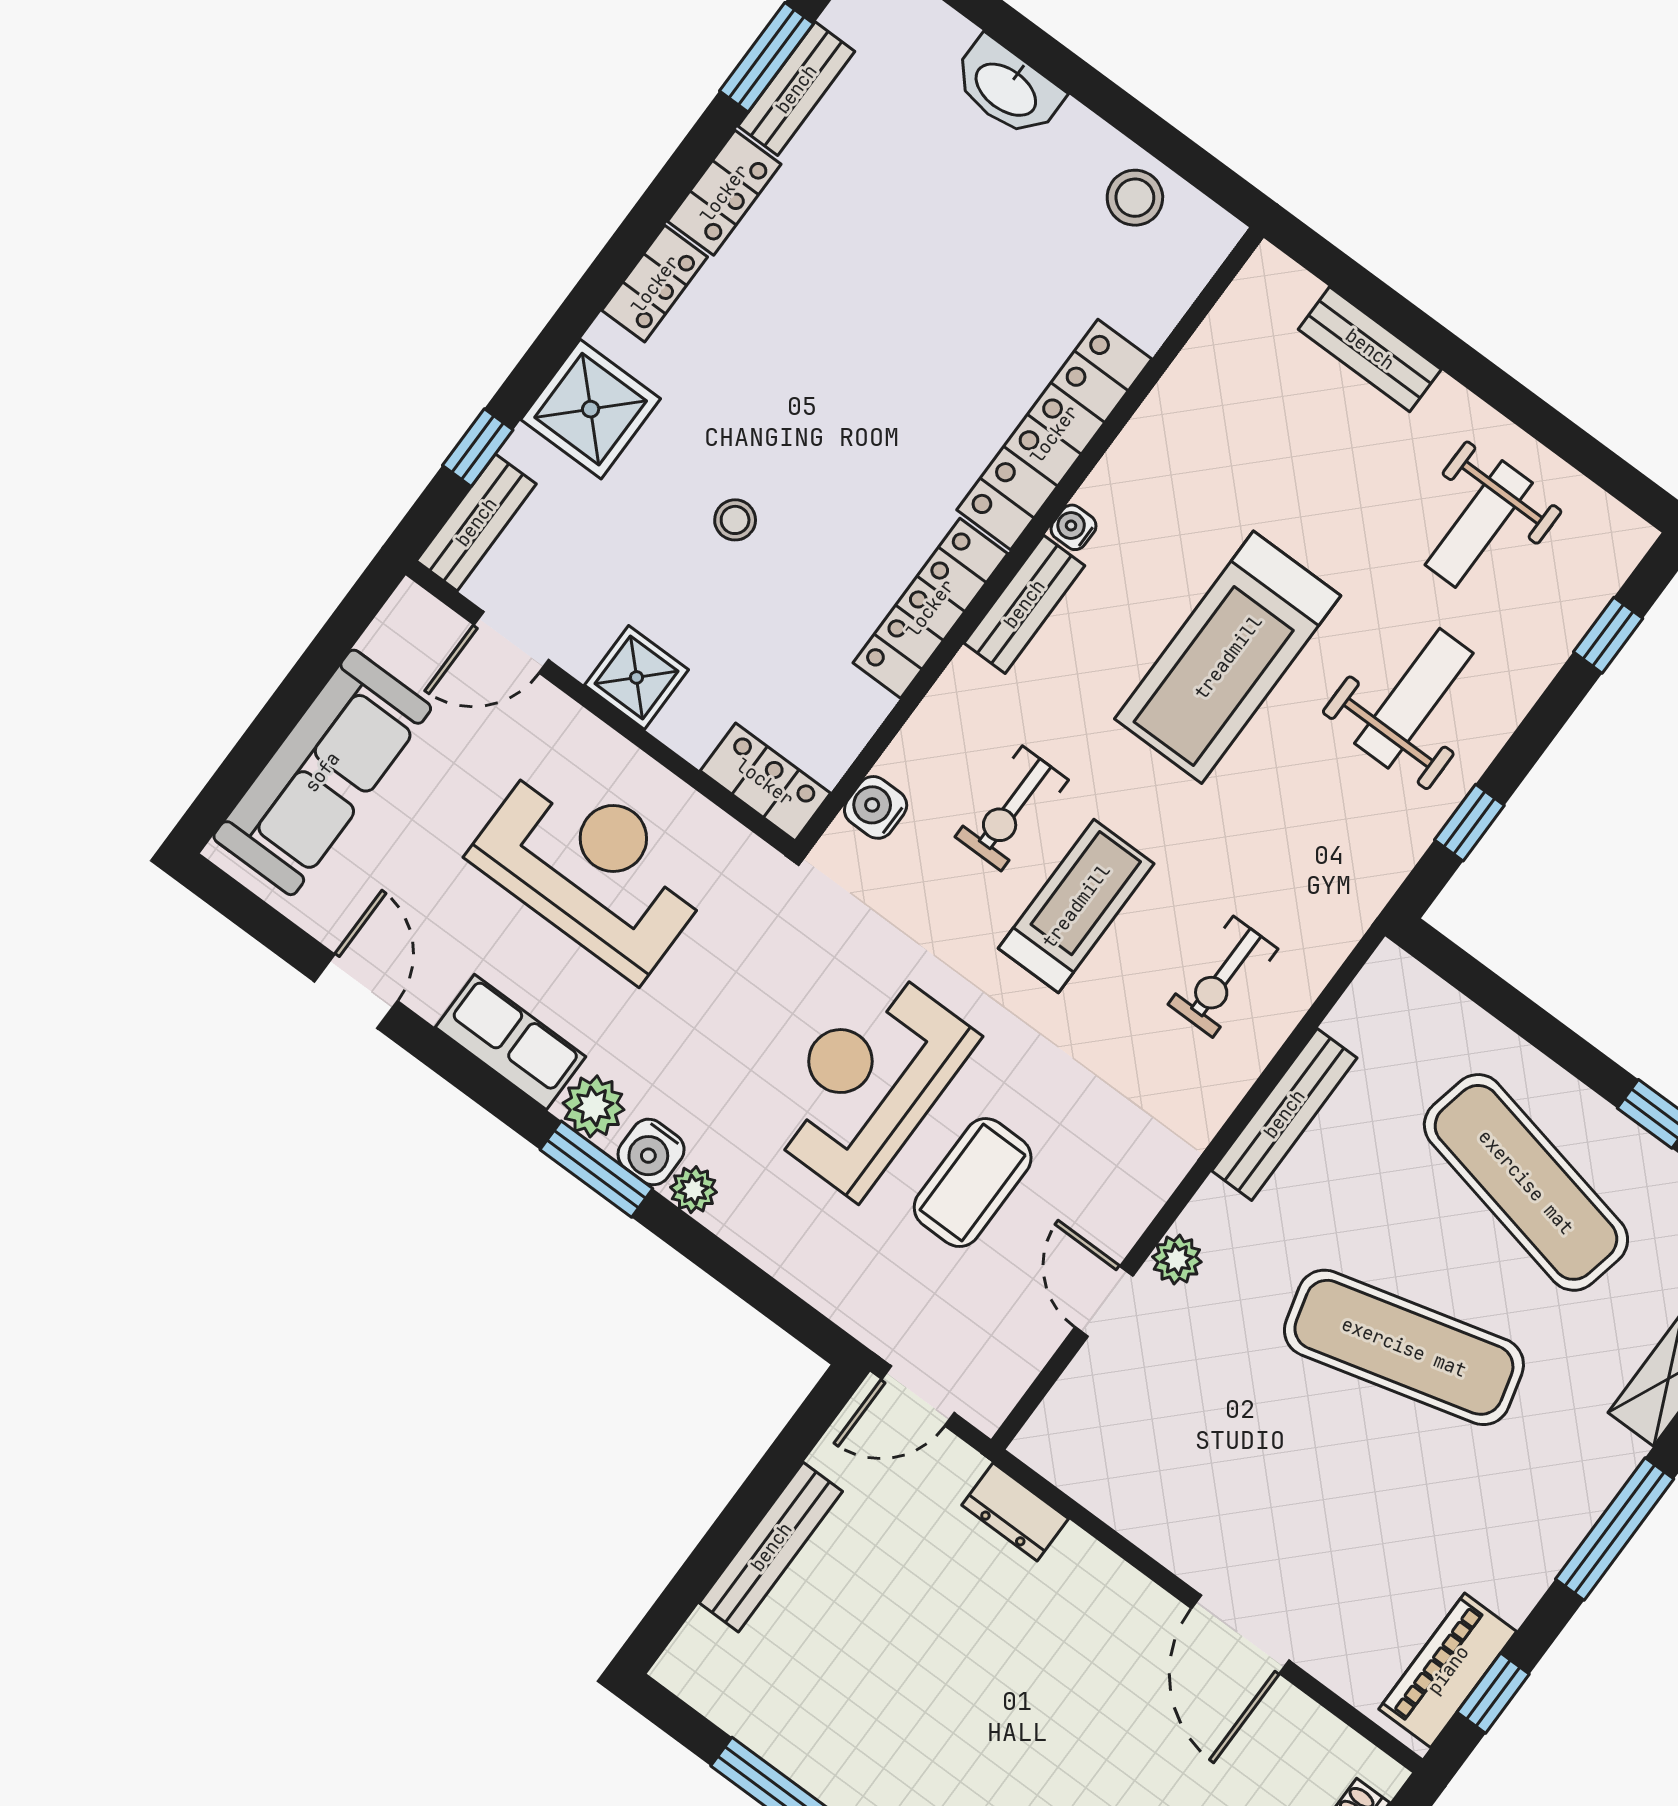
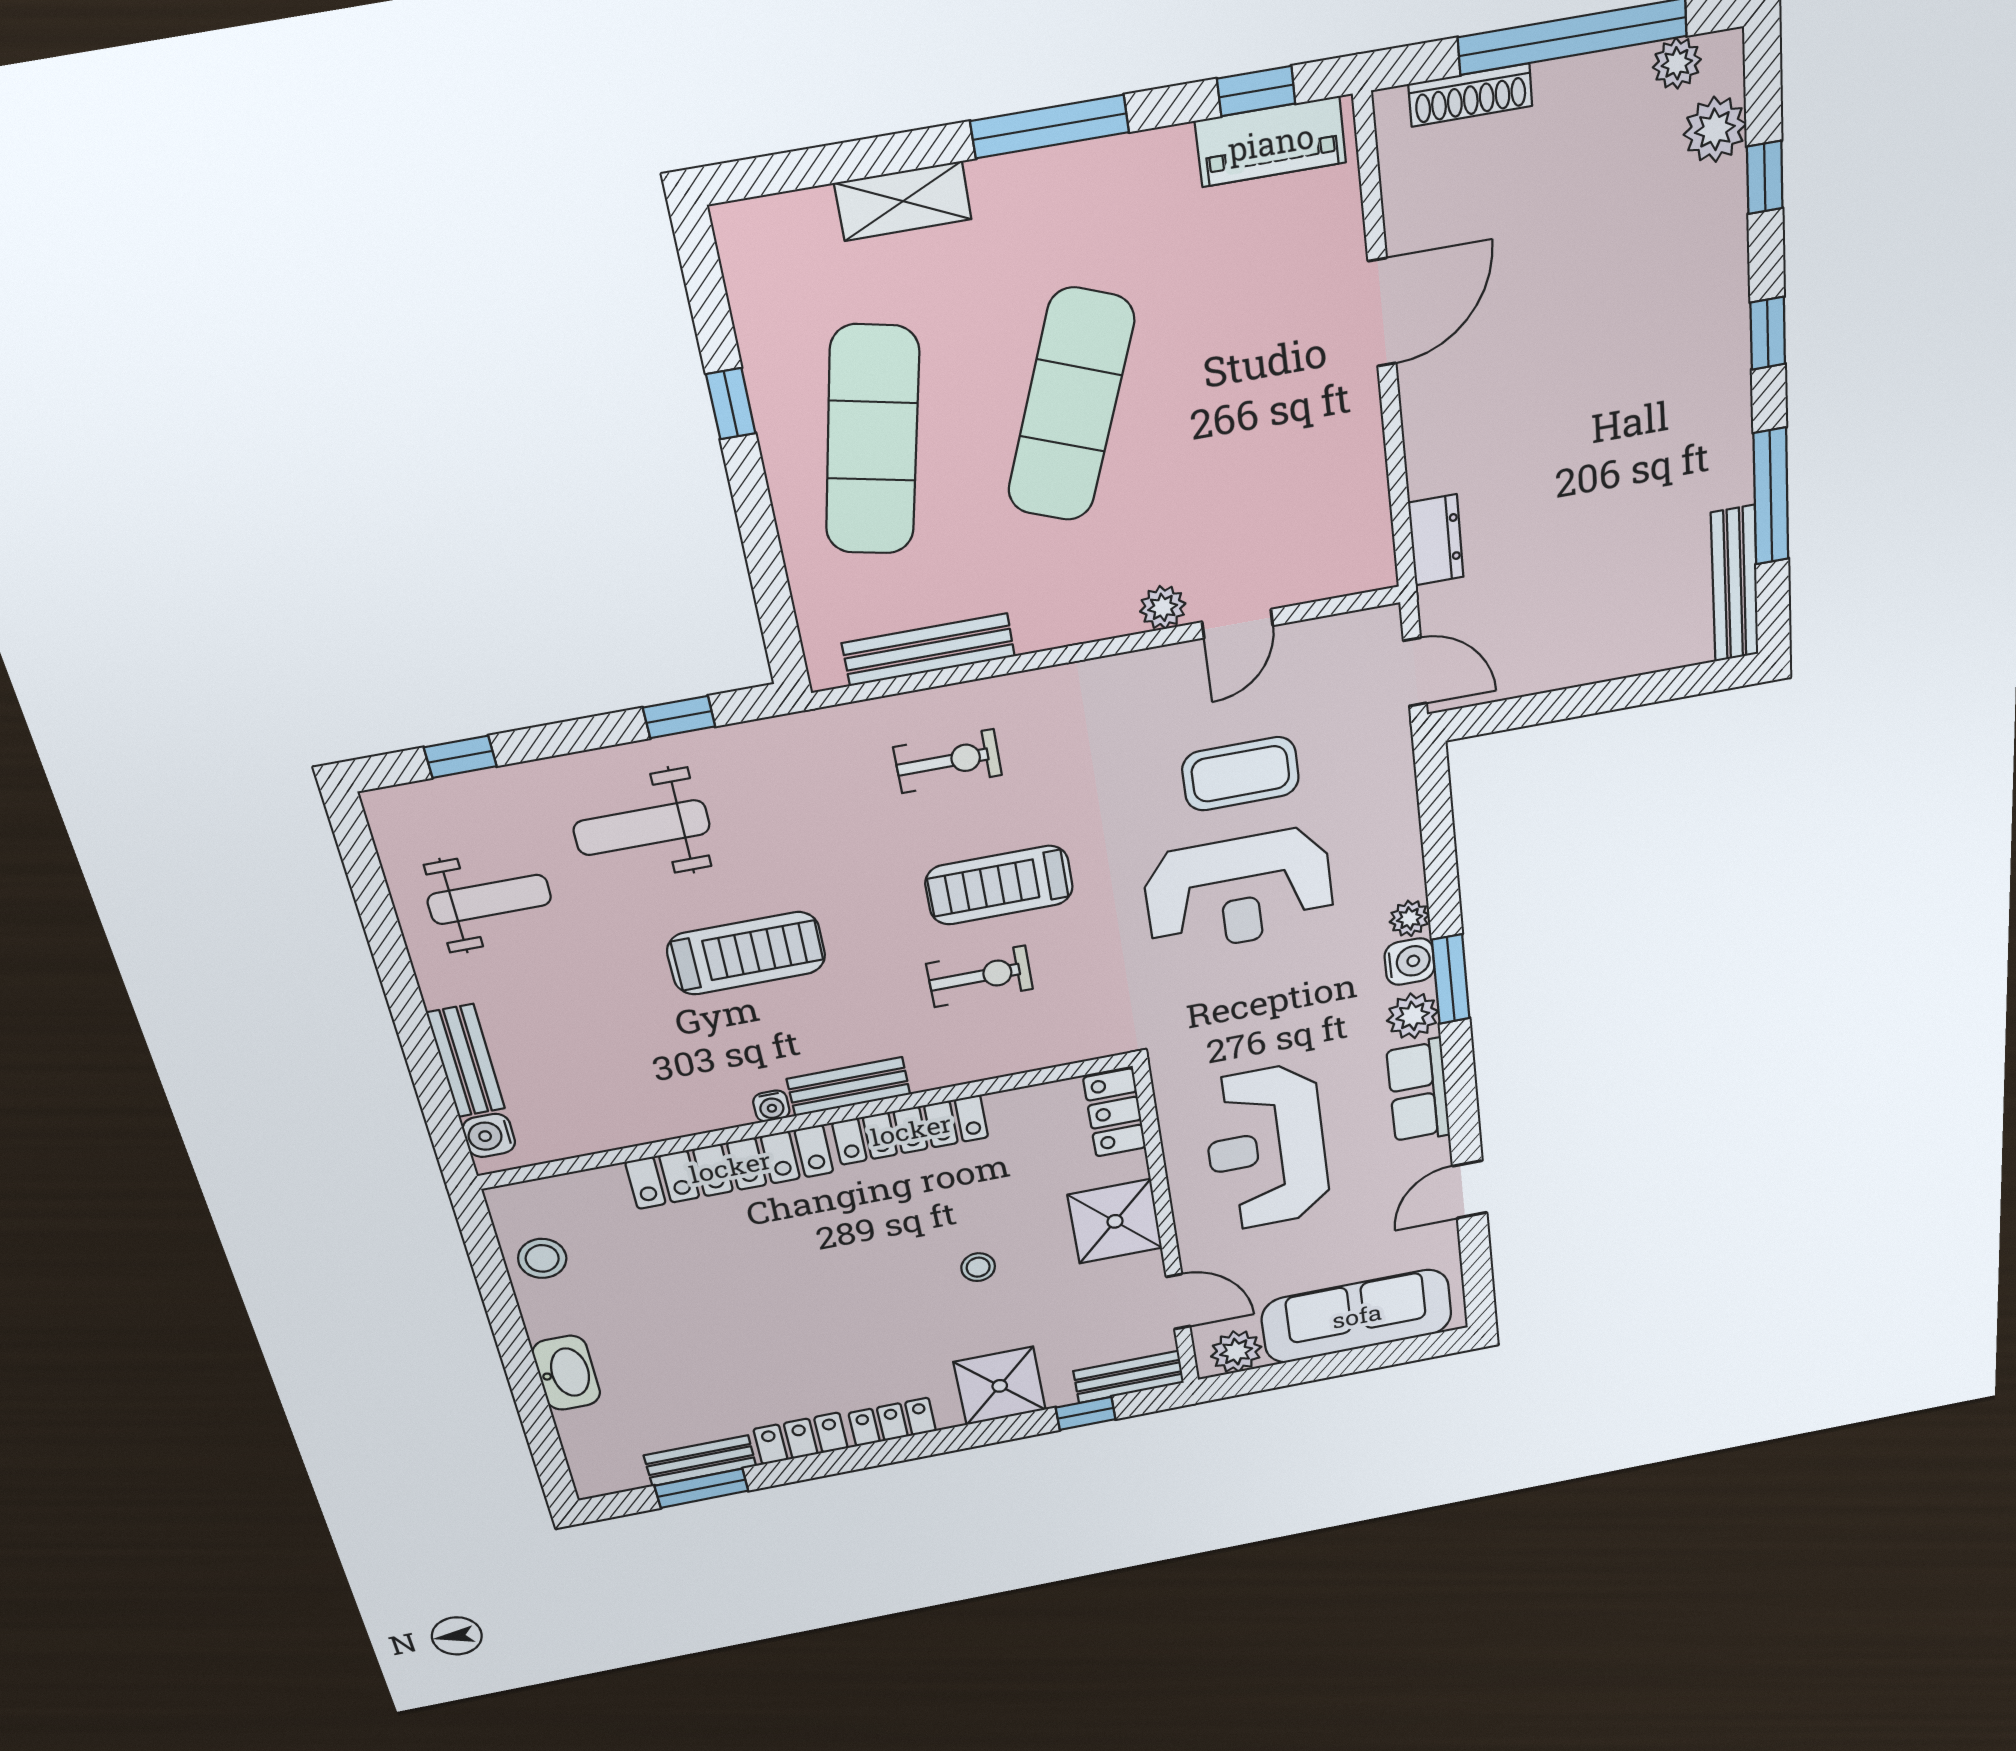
plant: (400, 637) -> (1236, 1352), added
treadmill: (1228, 657) -> (746, 953), width x0.73, depth x0.73
shower: (637, 677) -> (1115, 1221), width x1.36, depth x1.36
water cooler: (876, 807) -> (489, 1135), moved, turned 90
bench: (1284, 1114) -> (928, 650), moved
exercise mat: (1404, 1347) -> (1071, 406), turned 36
bench: (771, 1547) -> (1735, 584), moved, turned 90

